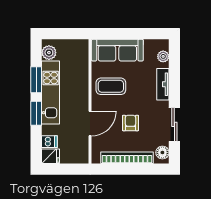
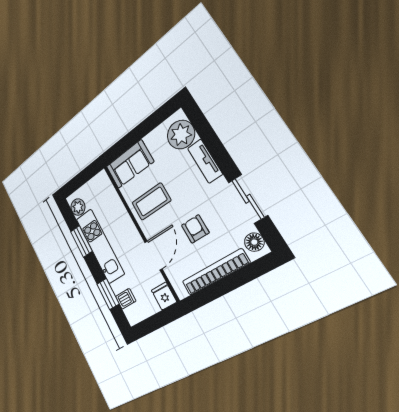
sofa: (117, 50) -> (130, 164), width x0.73
plant: (163, 56) -> (181, 135), width x1.87, depth x1.87
window: (36, 113) -> (108, 294), moved
fridge: (50, 156) -> (164, 296), moved, turned -90

